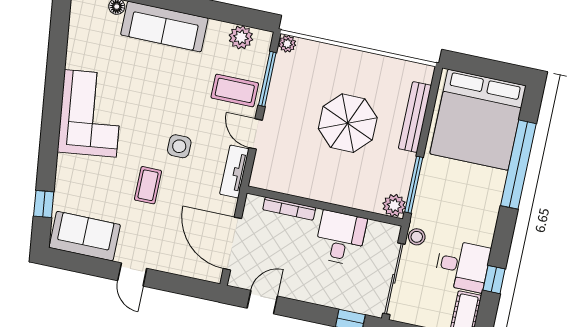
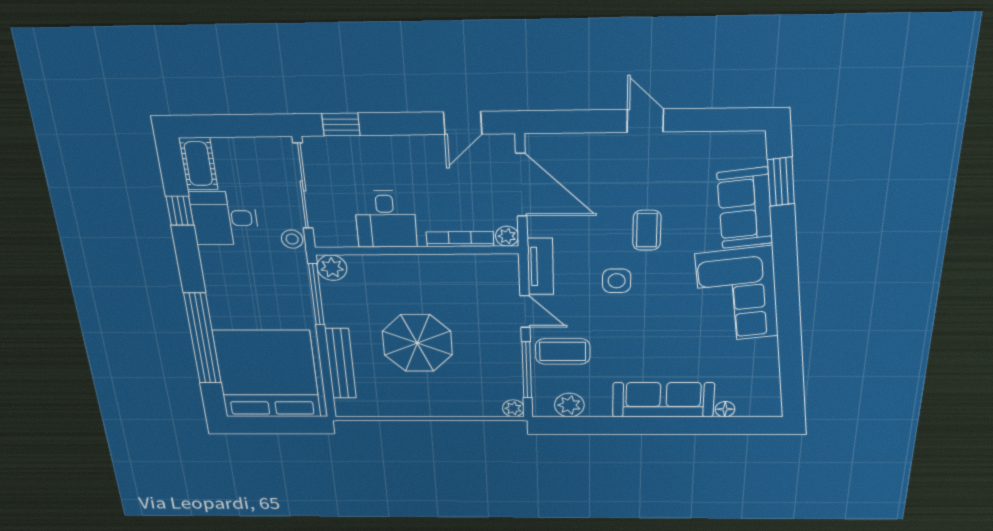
plant: (253, 203) -> (507, 236), added
window: (44, 204) -> (781, 182), width x1.50
sofa: (85, 236) -> (745, 208), moved, turned 83

